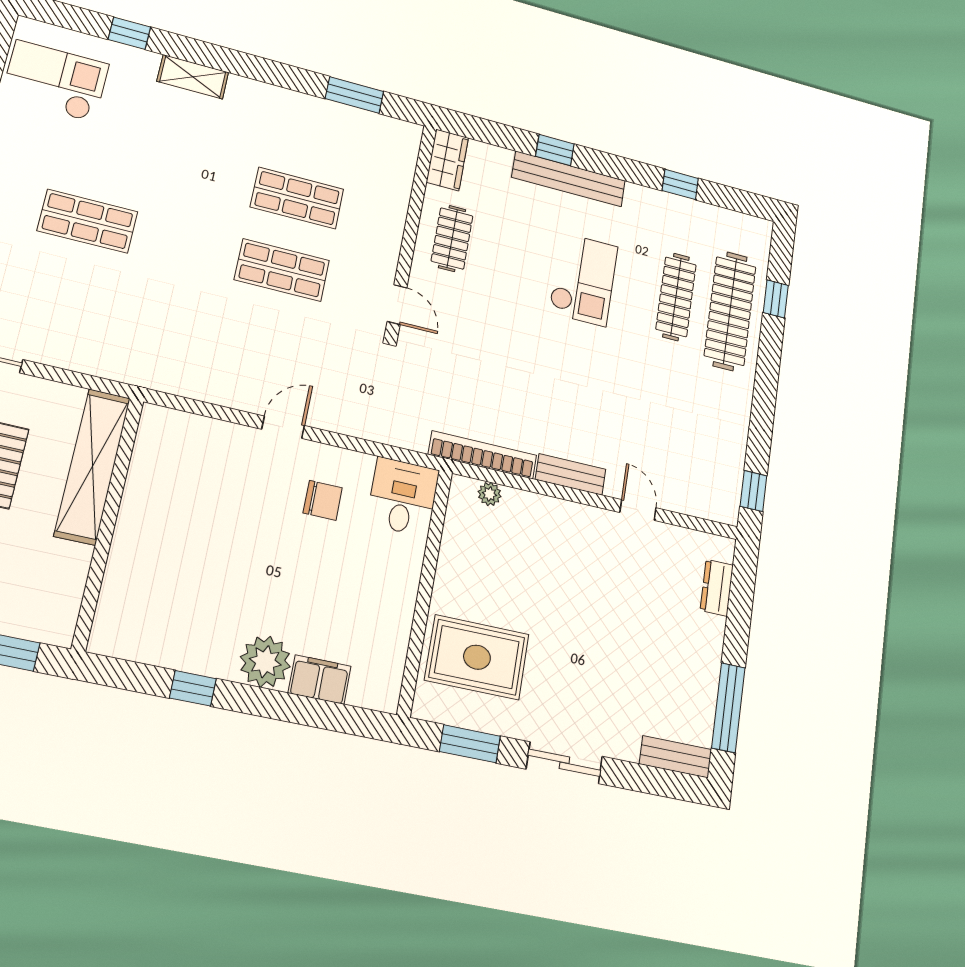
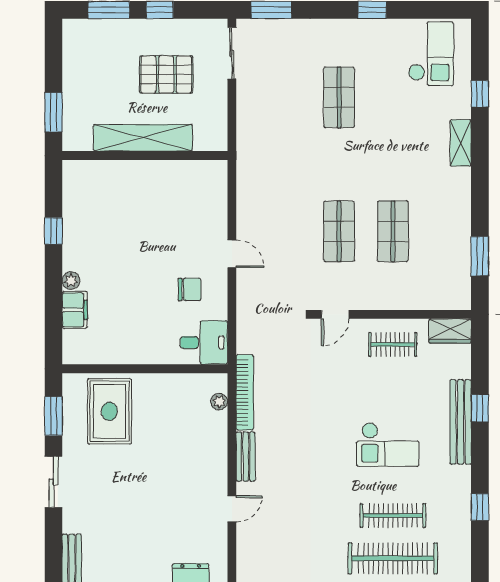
shelving: (92, 466) -> (143, 138), moved
chair: (323, 500) -> (190, 289), turned -90
plant: (265, 662) -> (71, 281), width x0.53, depth x0.53

